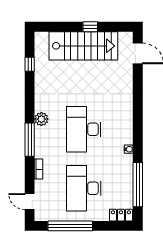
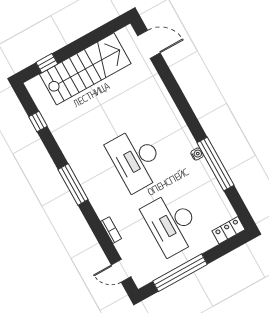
window: (90, 27) -> (47, 63), moved
plant: (41, 119) -> (84, 174), removed
window: (30, 140) -> (73, 184), moved
window: (138, 185) -> (215, 164), moved

